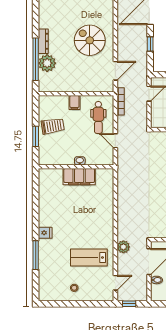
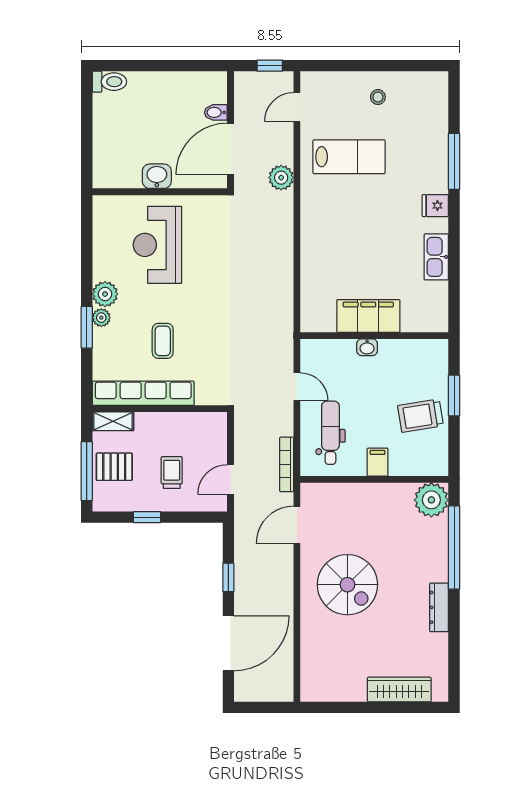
dresser: (43, 41) -> (439, 607), moved
plant: (47, 63) -> (431, 500), moved
kitchen sink: (45, 207) -> (436, 257), added

